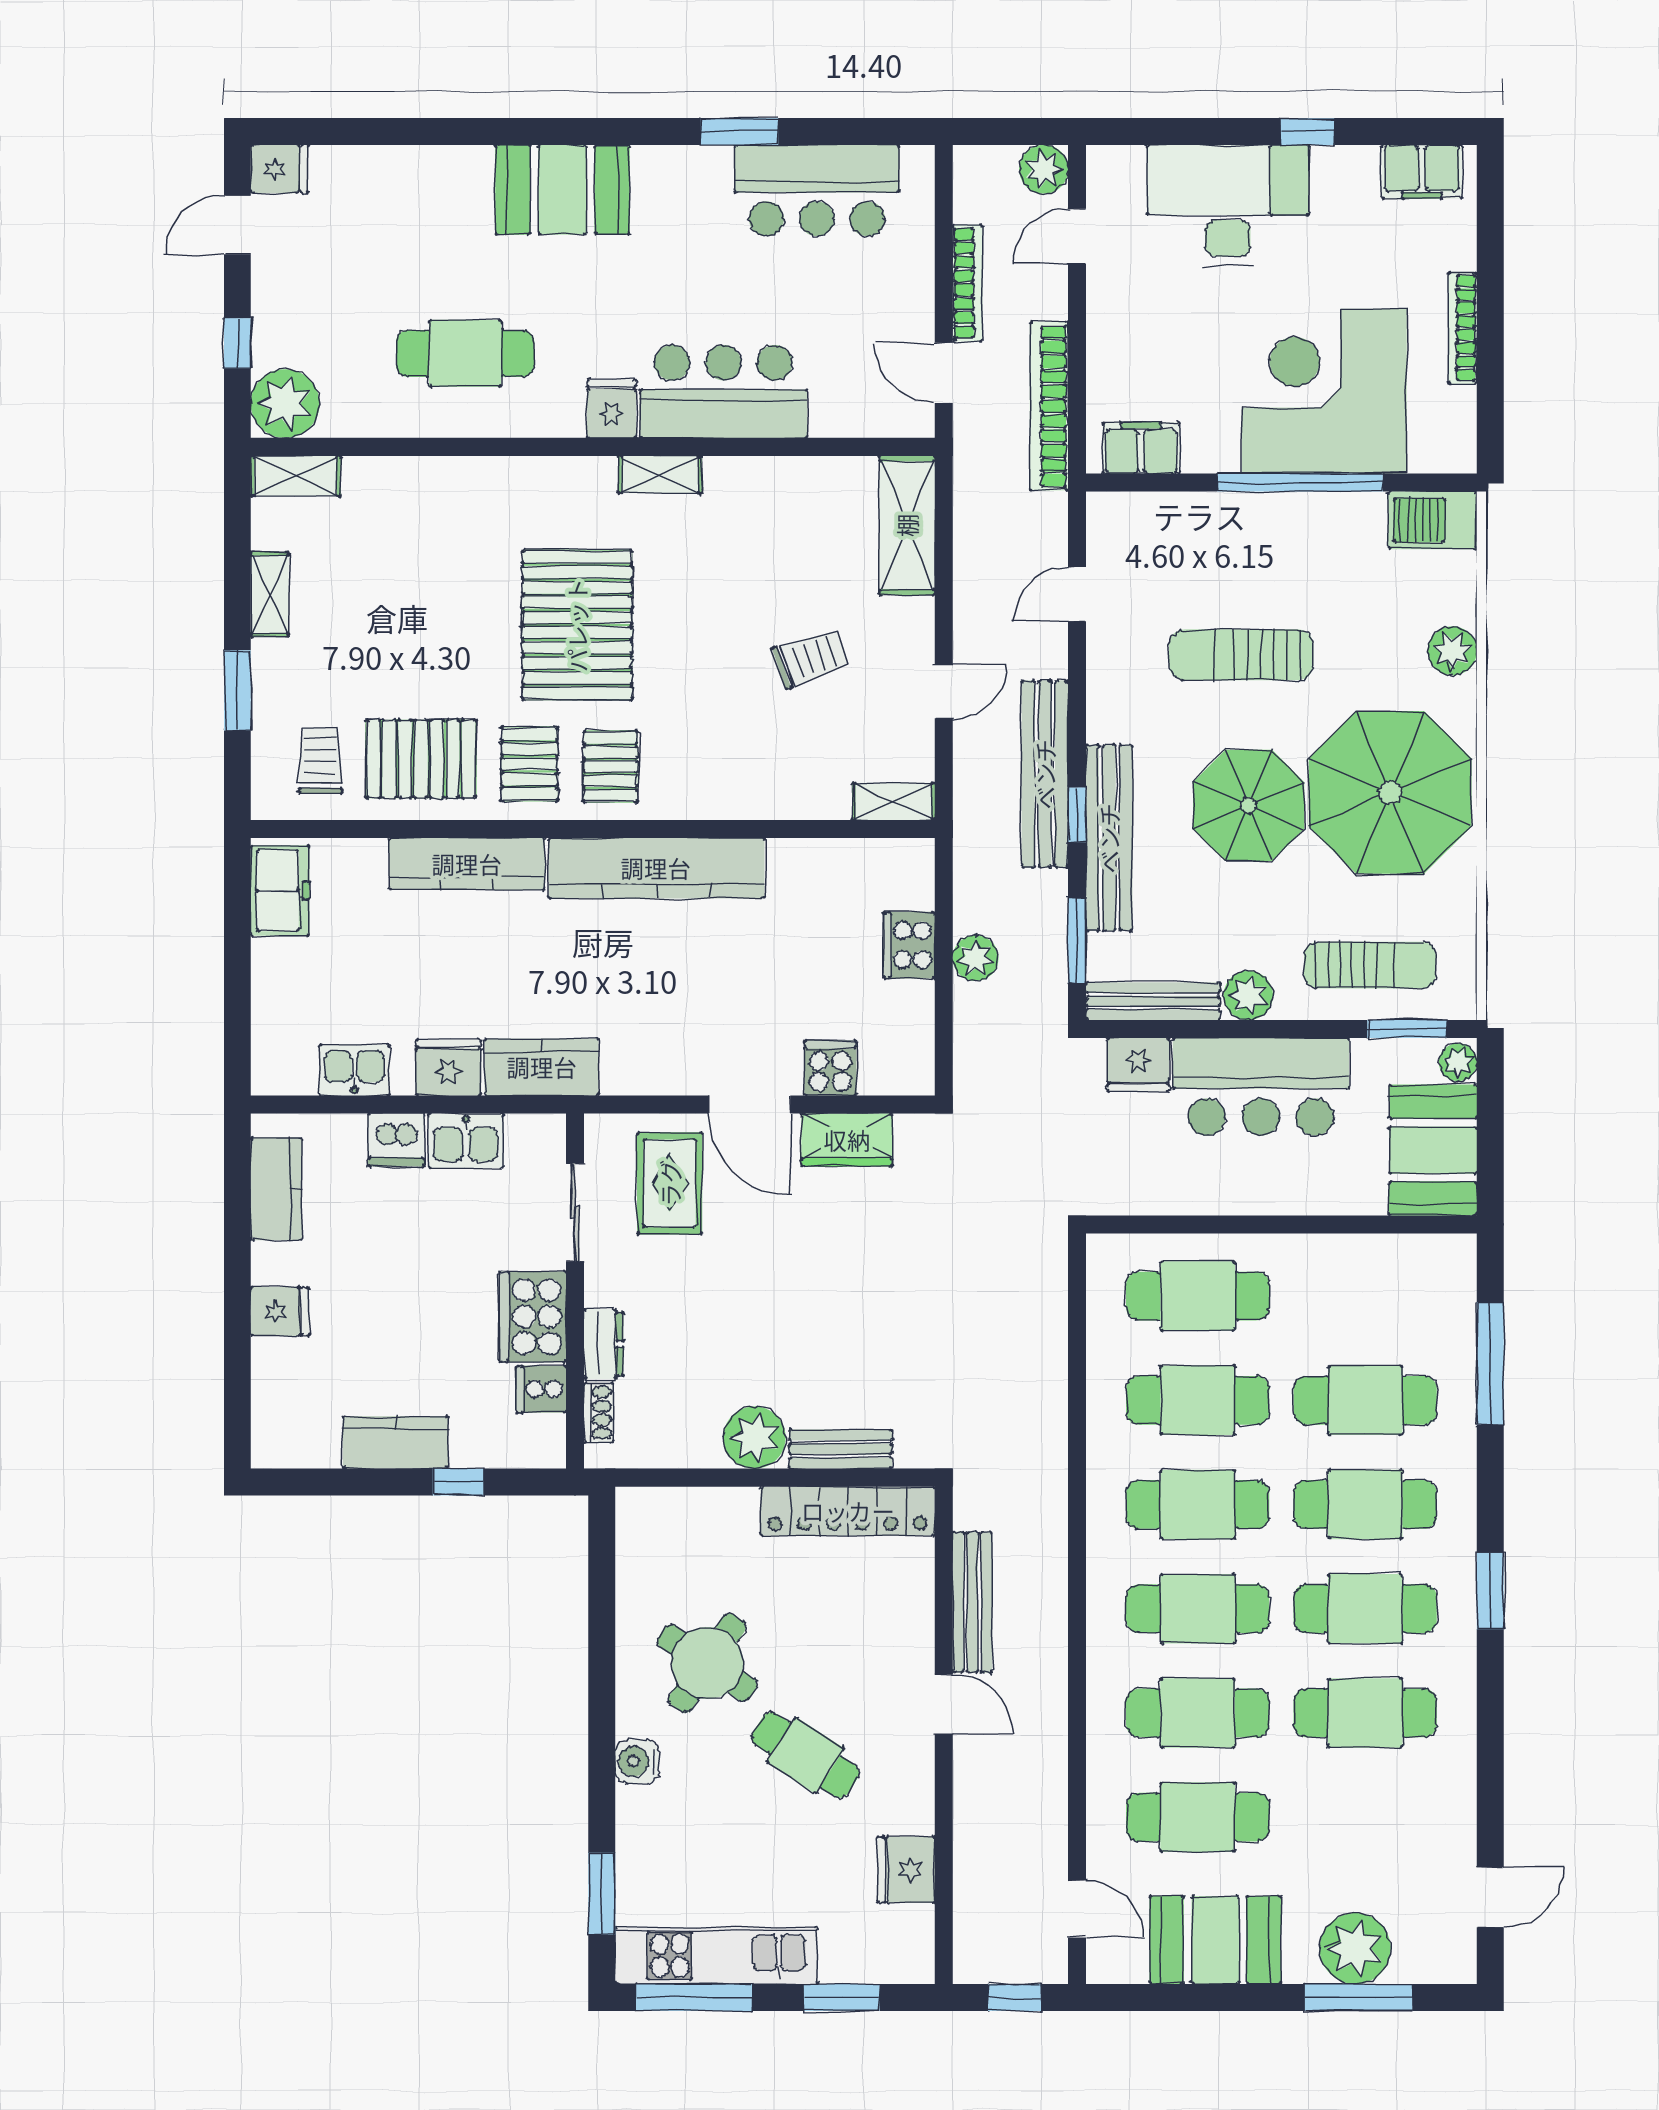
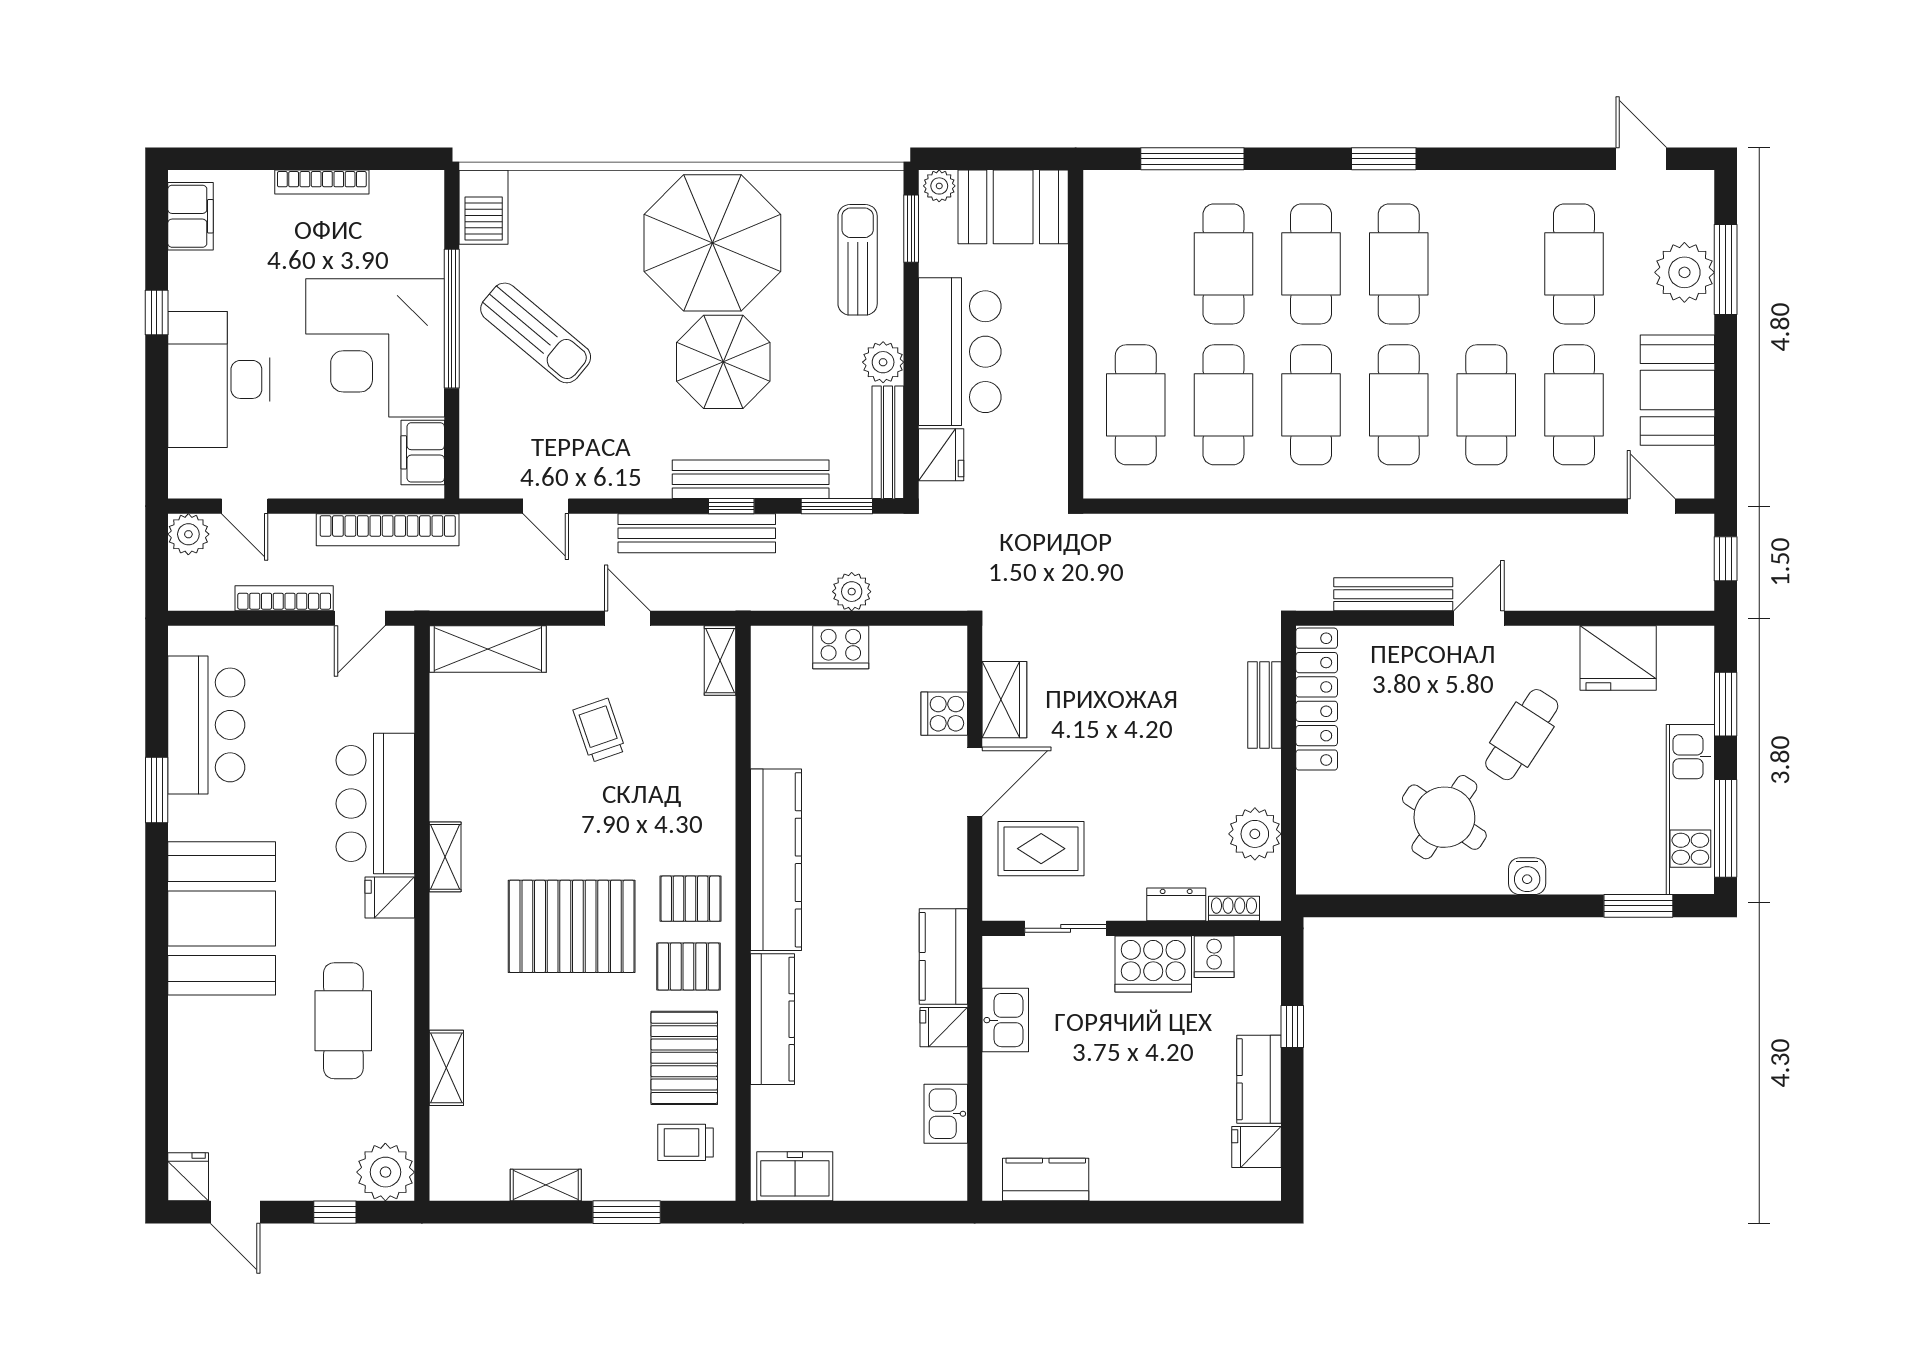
booth: (563, 190) -> (222, 918), width x1.36, depth x1.42
corner desk: (1324, 391) -> (375, 348), moved
shelving: (296, 476) -> (446, 1068), moved
plant: (1452, 651) -> (593, 191), removed
sun lounger: (1241, 655) -> (536, 333), moved, turned -50
fridge: (448, 1067) -> (944, 1027), width x0.72
dishwasher: (396, 1140) -> (1004, 1079), removed
fridge: (280, 1311) -> (1256, 1147), moved, turned -90
plant: (754, 1438) -> (1255, 834), moved
cafe table: (1365, 1713) -> (1574, 264), moved
fridge: (906, 1870) -> (1618, 658), width x1.36, depth x1.34
door: (1077, 1909) -> (1651, 506), hinge flipped

